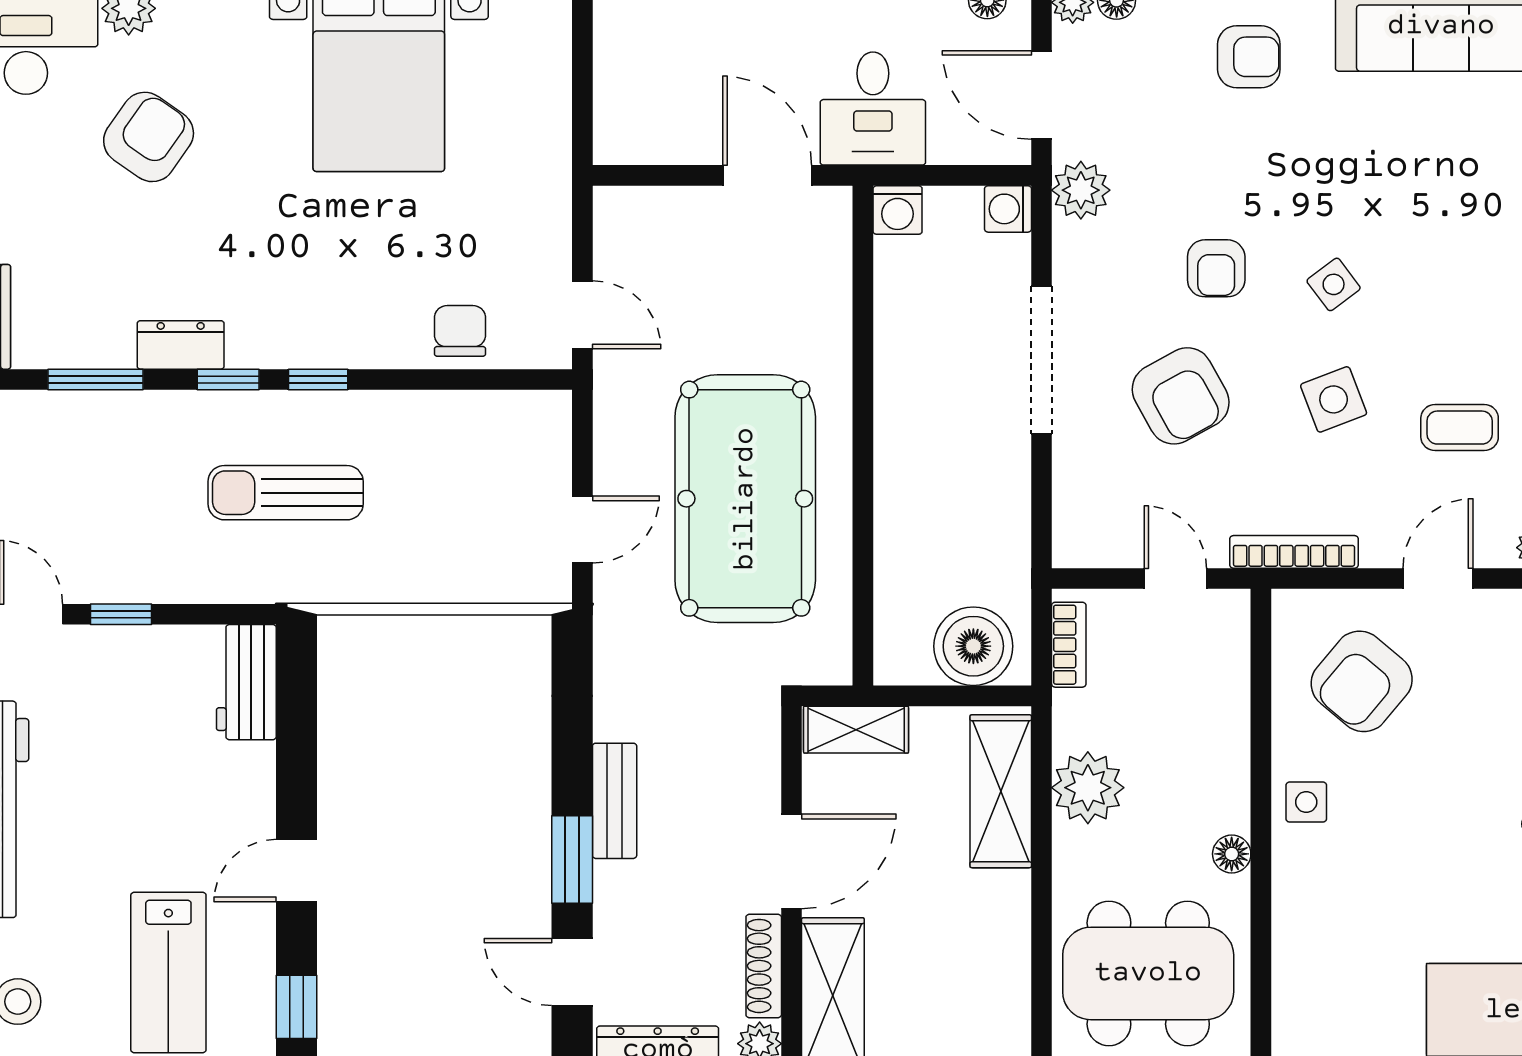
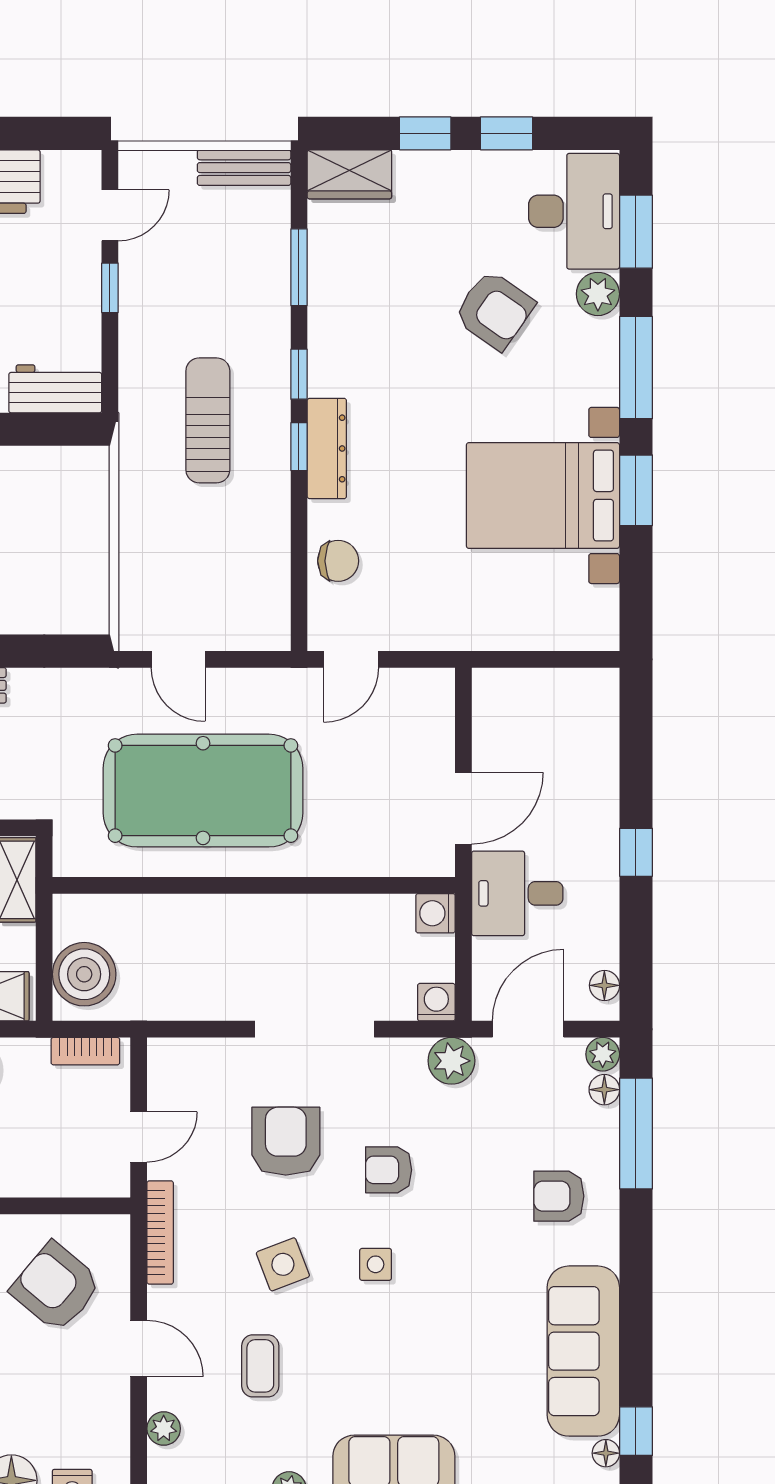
armchair: (1249, 57) -> (559, 1196), turned 90
side table: (1334, 284) -> (376, 1264), turned 37
dresser: (181, 345) -> (327, 448), moved, width x1.44
armchair: (1181, 396) -> (286, 1141), turned 119

